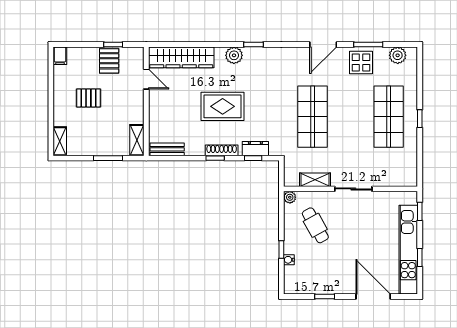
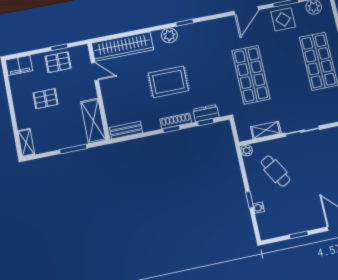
filing cabinet: (60, 56) -> (19, 65), width x2.00
pallet: (109, 61) -> (58, 62), turned 90
shelving: (137, 140) -> (93, 121), width x1.50, depth x1.33

